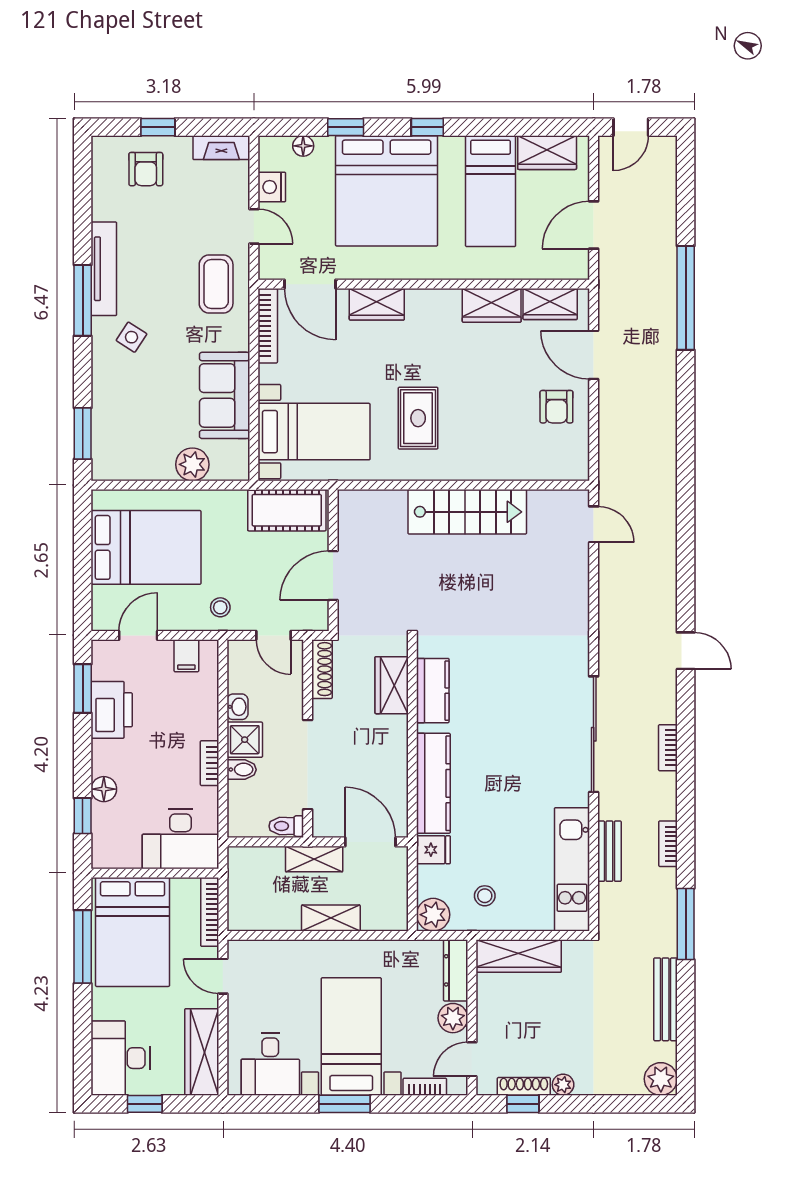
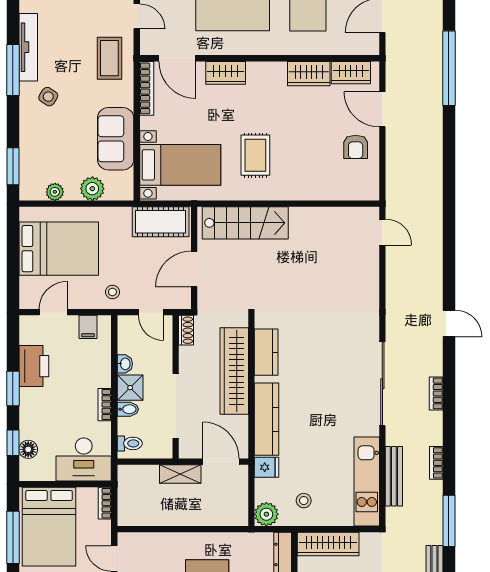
plant: (141, 469) -> (55, 192), added
stairs: (467, 512) -> (245, 223), moved
shoe rack: (322, 669) -> (186, 330), width x0.70
wardrobe: (392, 685) -> (234, 371), width x2.10, depth x1.17
window: (83, 689) -> (13, 389), moved
floor lamp: (104, 789) -> (28, 449), moved
toilet: (286, 826) -> (130, 443), moved, turned 180
bench: (609, 851) -> (394, 476), width x1.36
bookcase: (210, 912) -> (105, 503), width x0.64
shelving: (331, 918) -> (192, 517), removed

